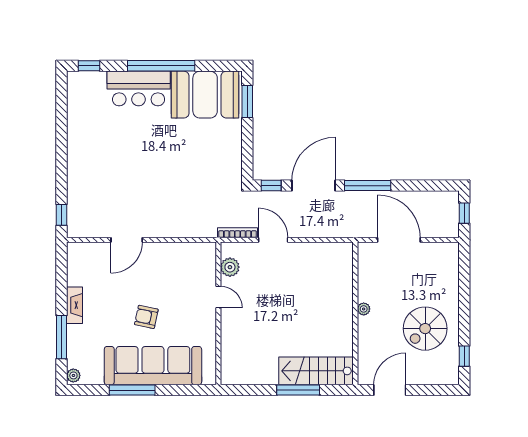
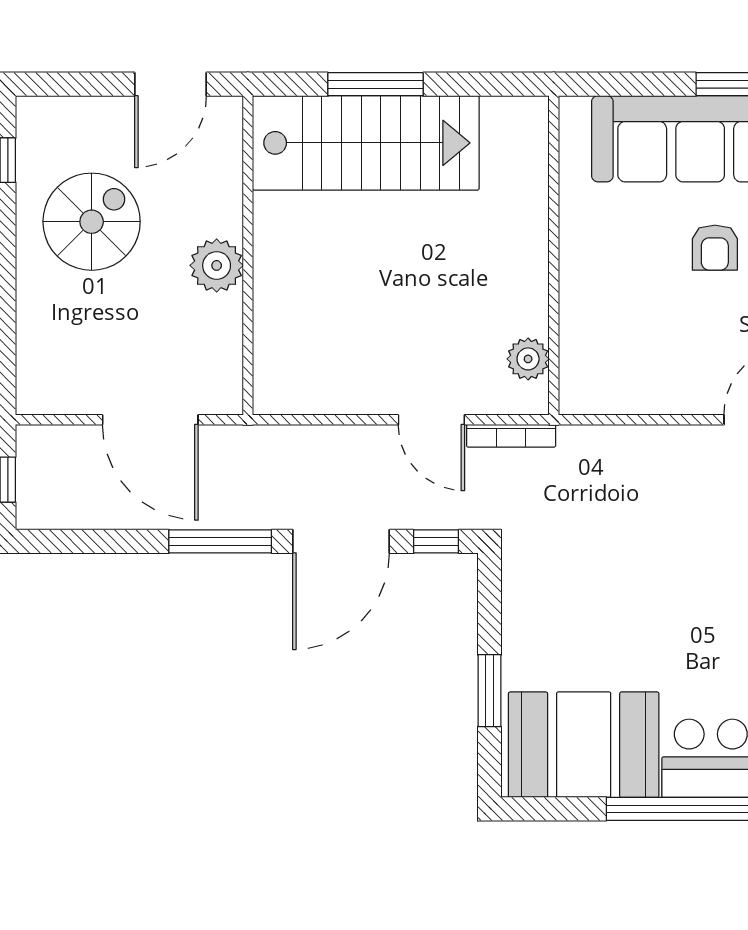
window: (247, 102) -> (490, 691), moved
door: (218, 297) -> (554, 292), removed
plant: (364, 309) -> (217, 265), width x1.88, depth x1.88
armchair: (146, 317) -> (715, 248), turned 78
stairs: (316, 371) -> (366, 143), width x1.36, depth x1.51

